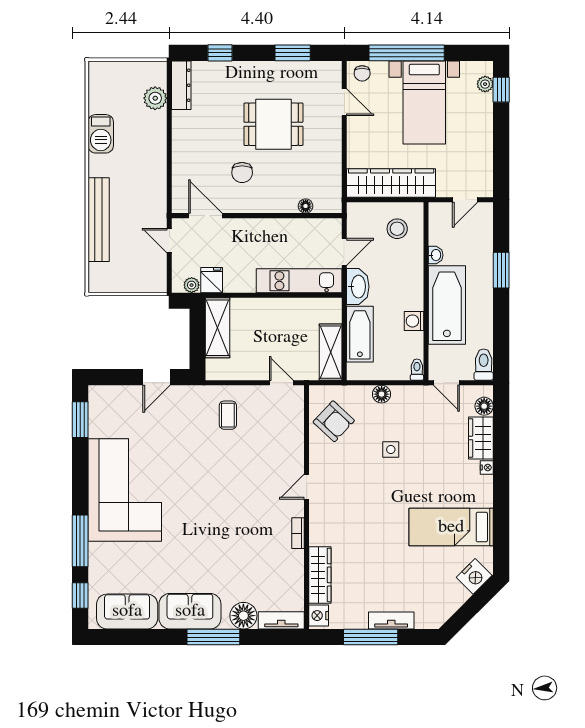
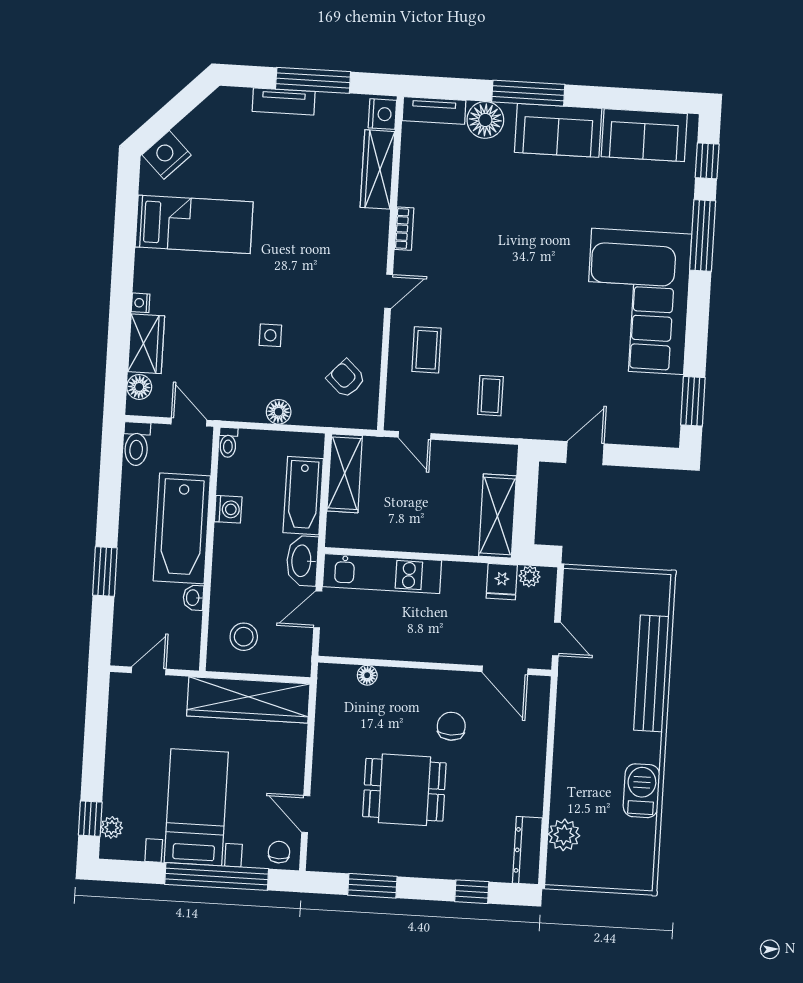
armchair: (334, 421) -> (346, 379), width x0.72, depth x0.72
coffee table: (276, 446) -> (427, 350), added

